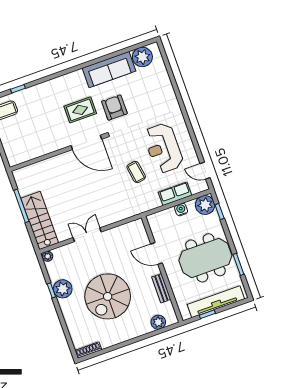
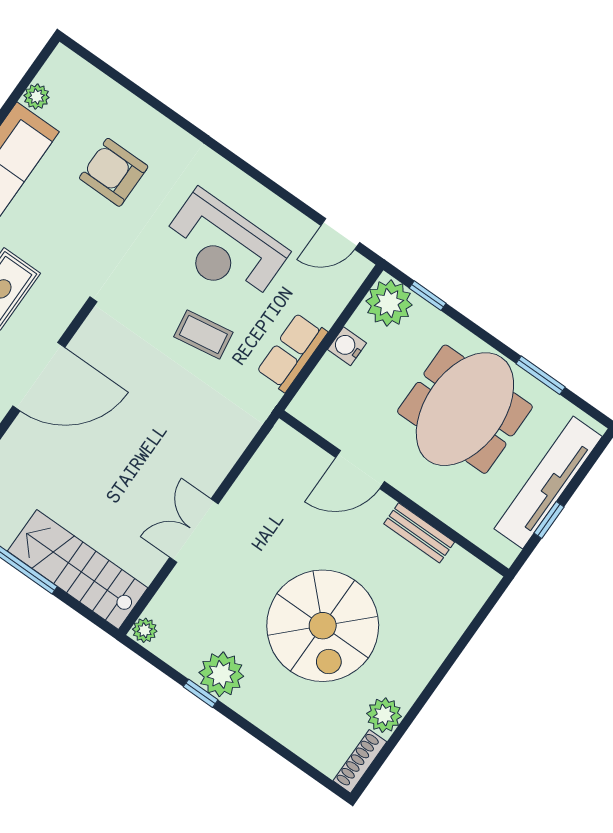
plant: (142, 57) -> (37, 97), width x0.53, depth x0.53
armchair: (114, 107) -> (114, 172), moved
door: (86, 142) -> (39, 377), moved
row of seats: (175, 194) -> (292, 352), moved
plant: (158, 322) -> (384, 715), moved

